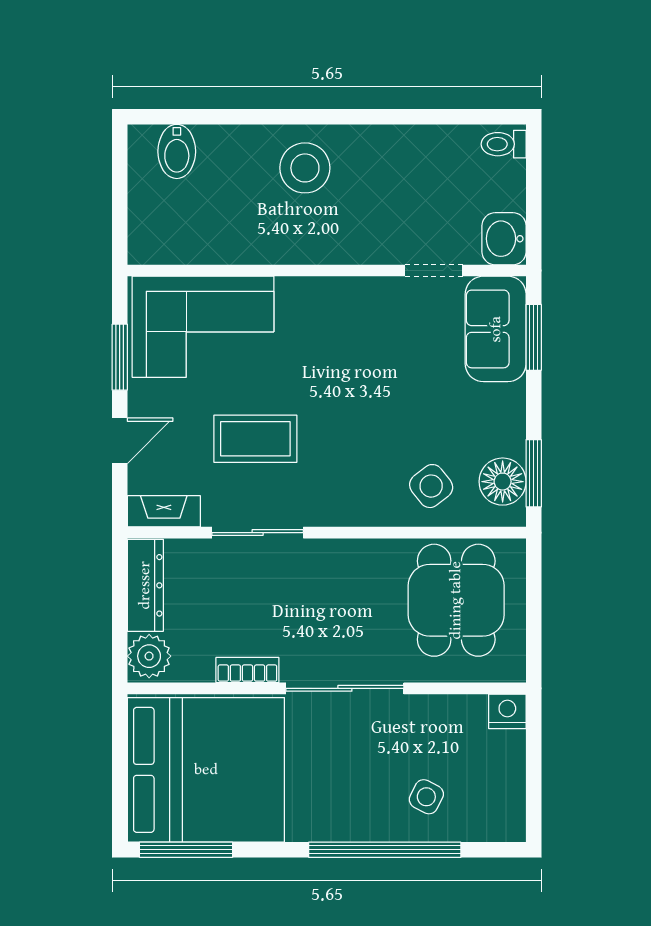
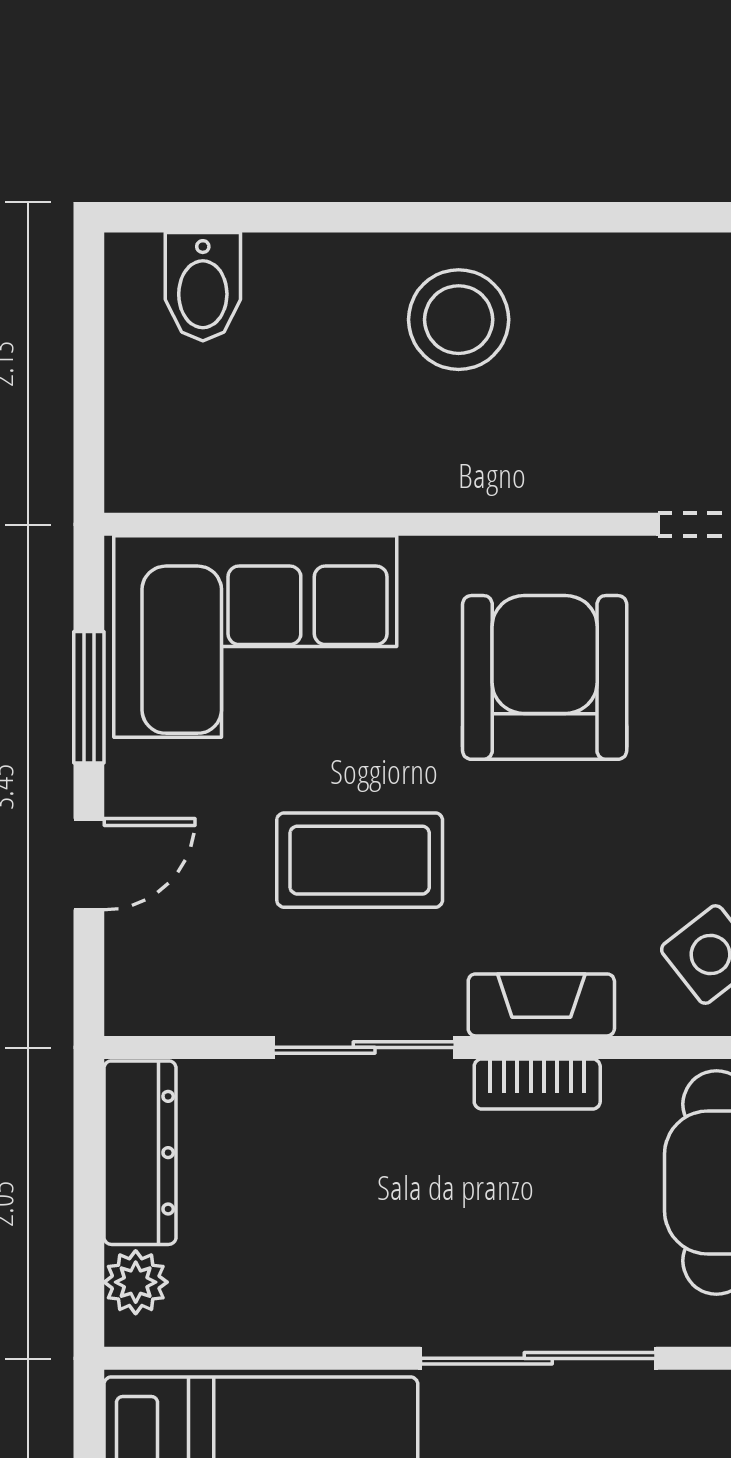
armchair: (348, 347) -> (545, 677), added
fireplace: (164, 511) -> (541, 1005), moved
plant: (149, 656) -> (136, 1282), width x0.73, depth x0.73
bookcase: (247, 670) -> (537, 1084), moved, turned 180

